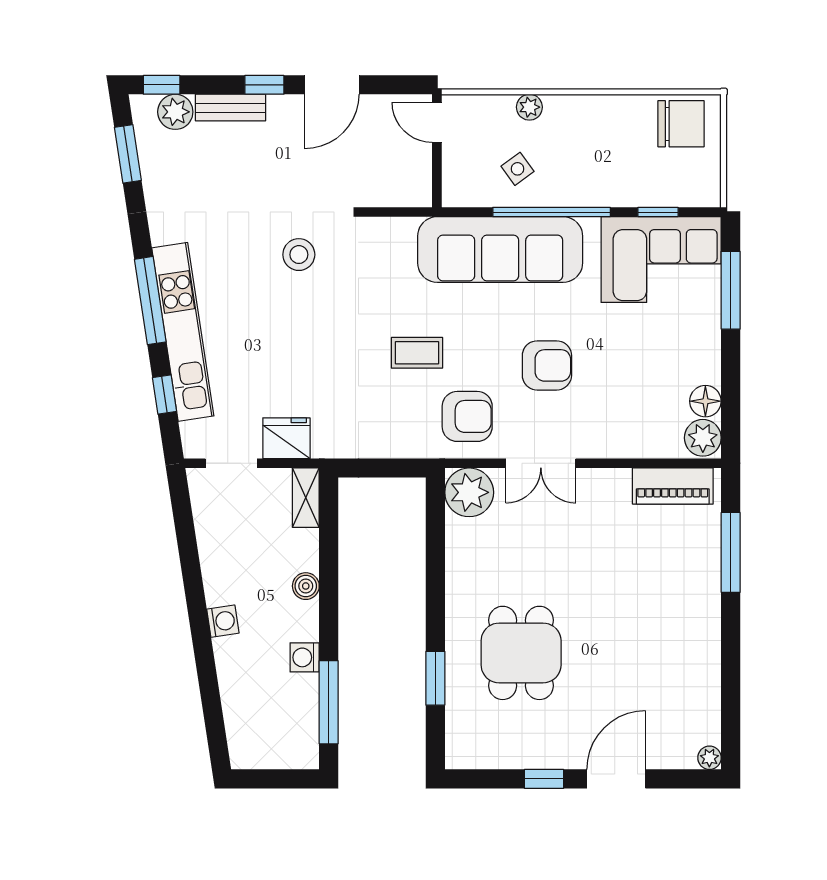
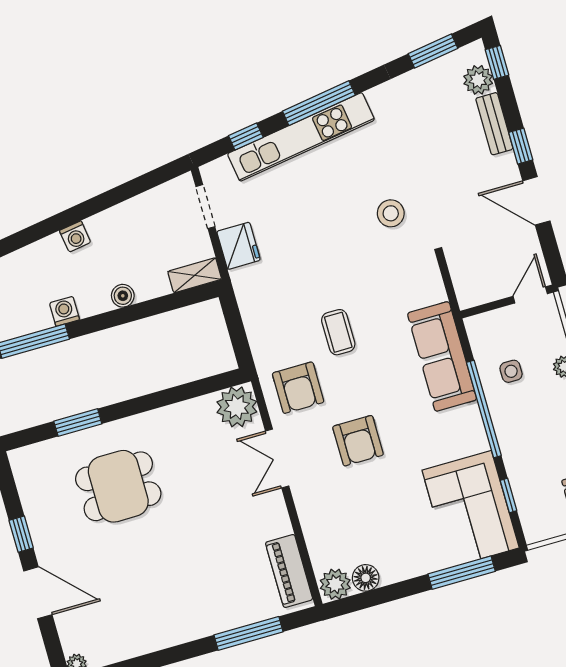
side table: (518, 169) -> (511, 371), turned 36
sofa: (500, 249) -> (442, 356), width x0.74, depth x0.79

